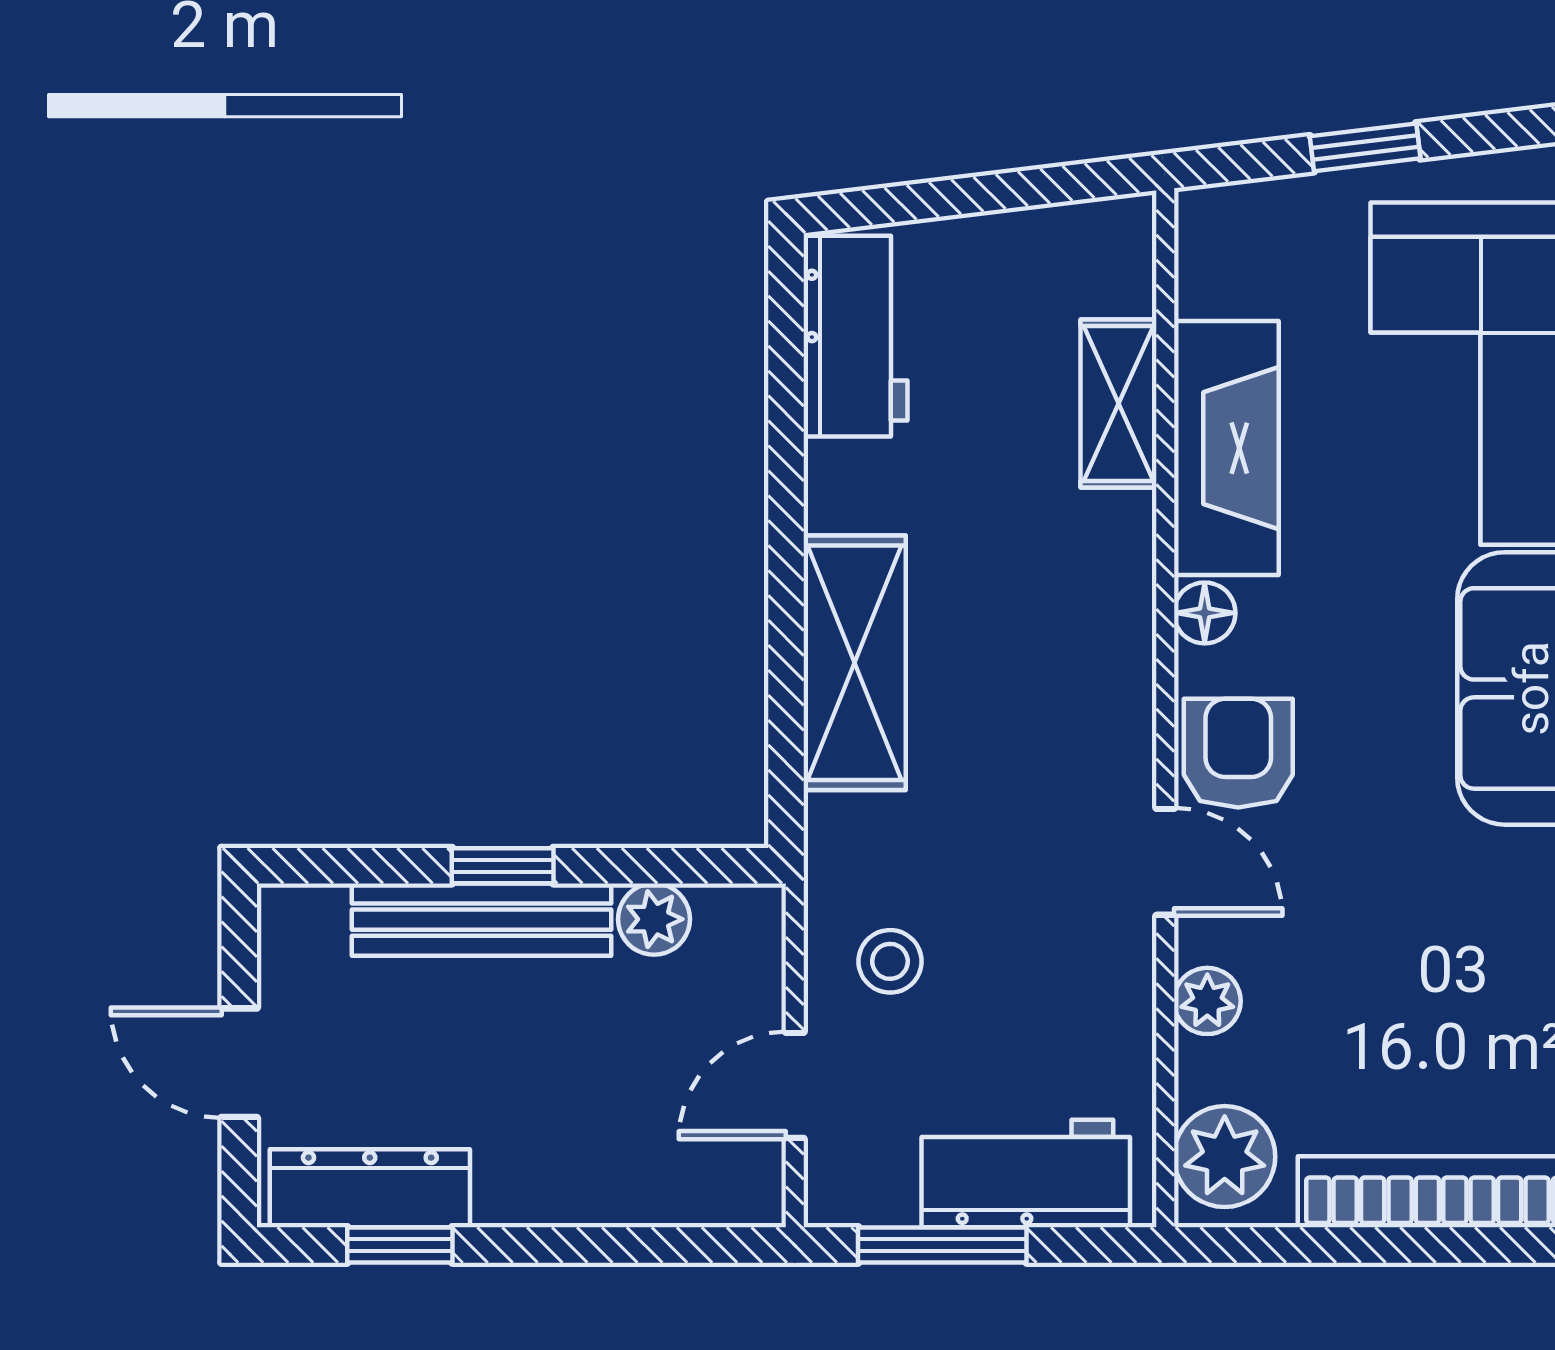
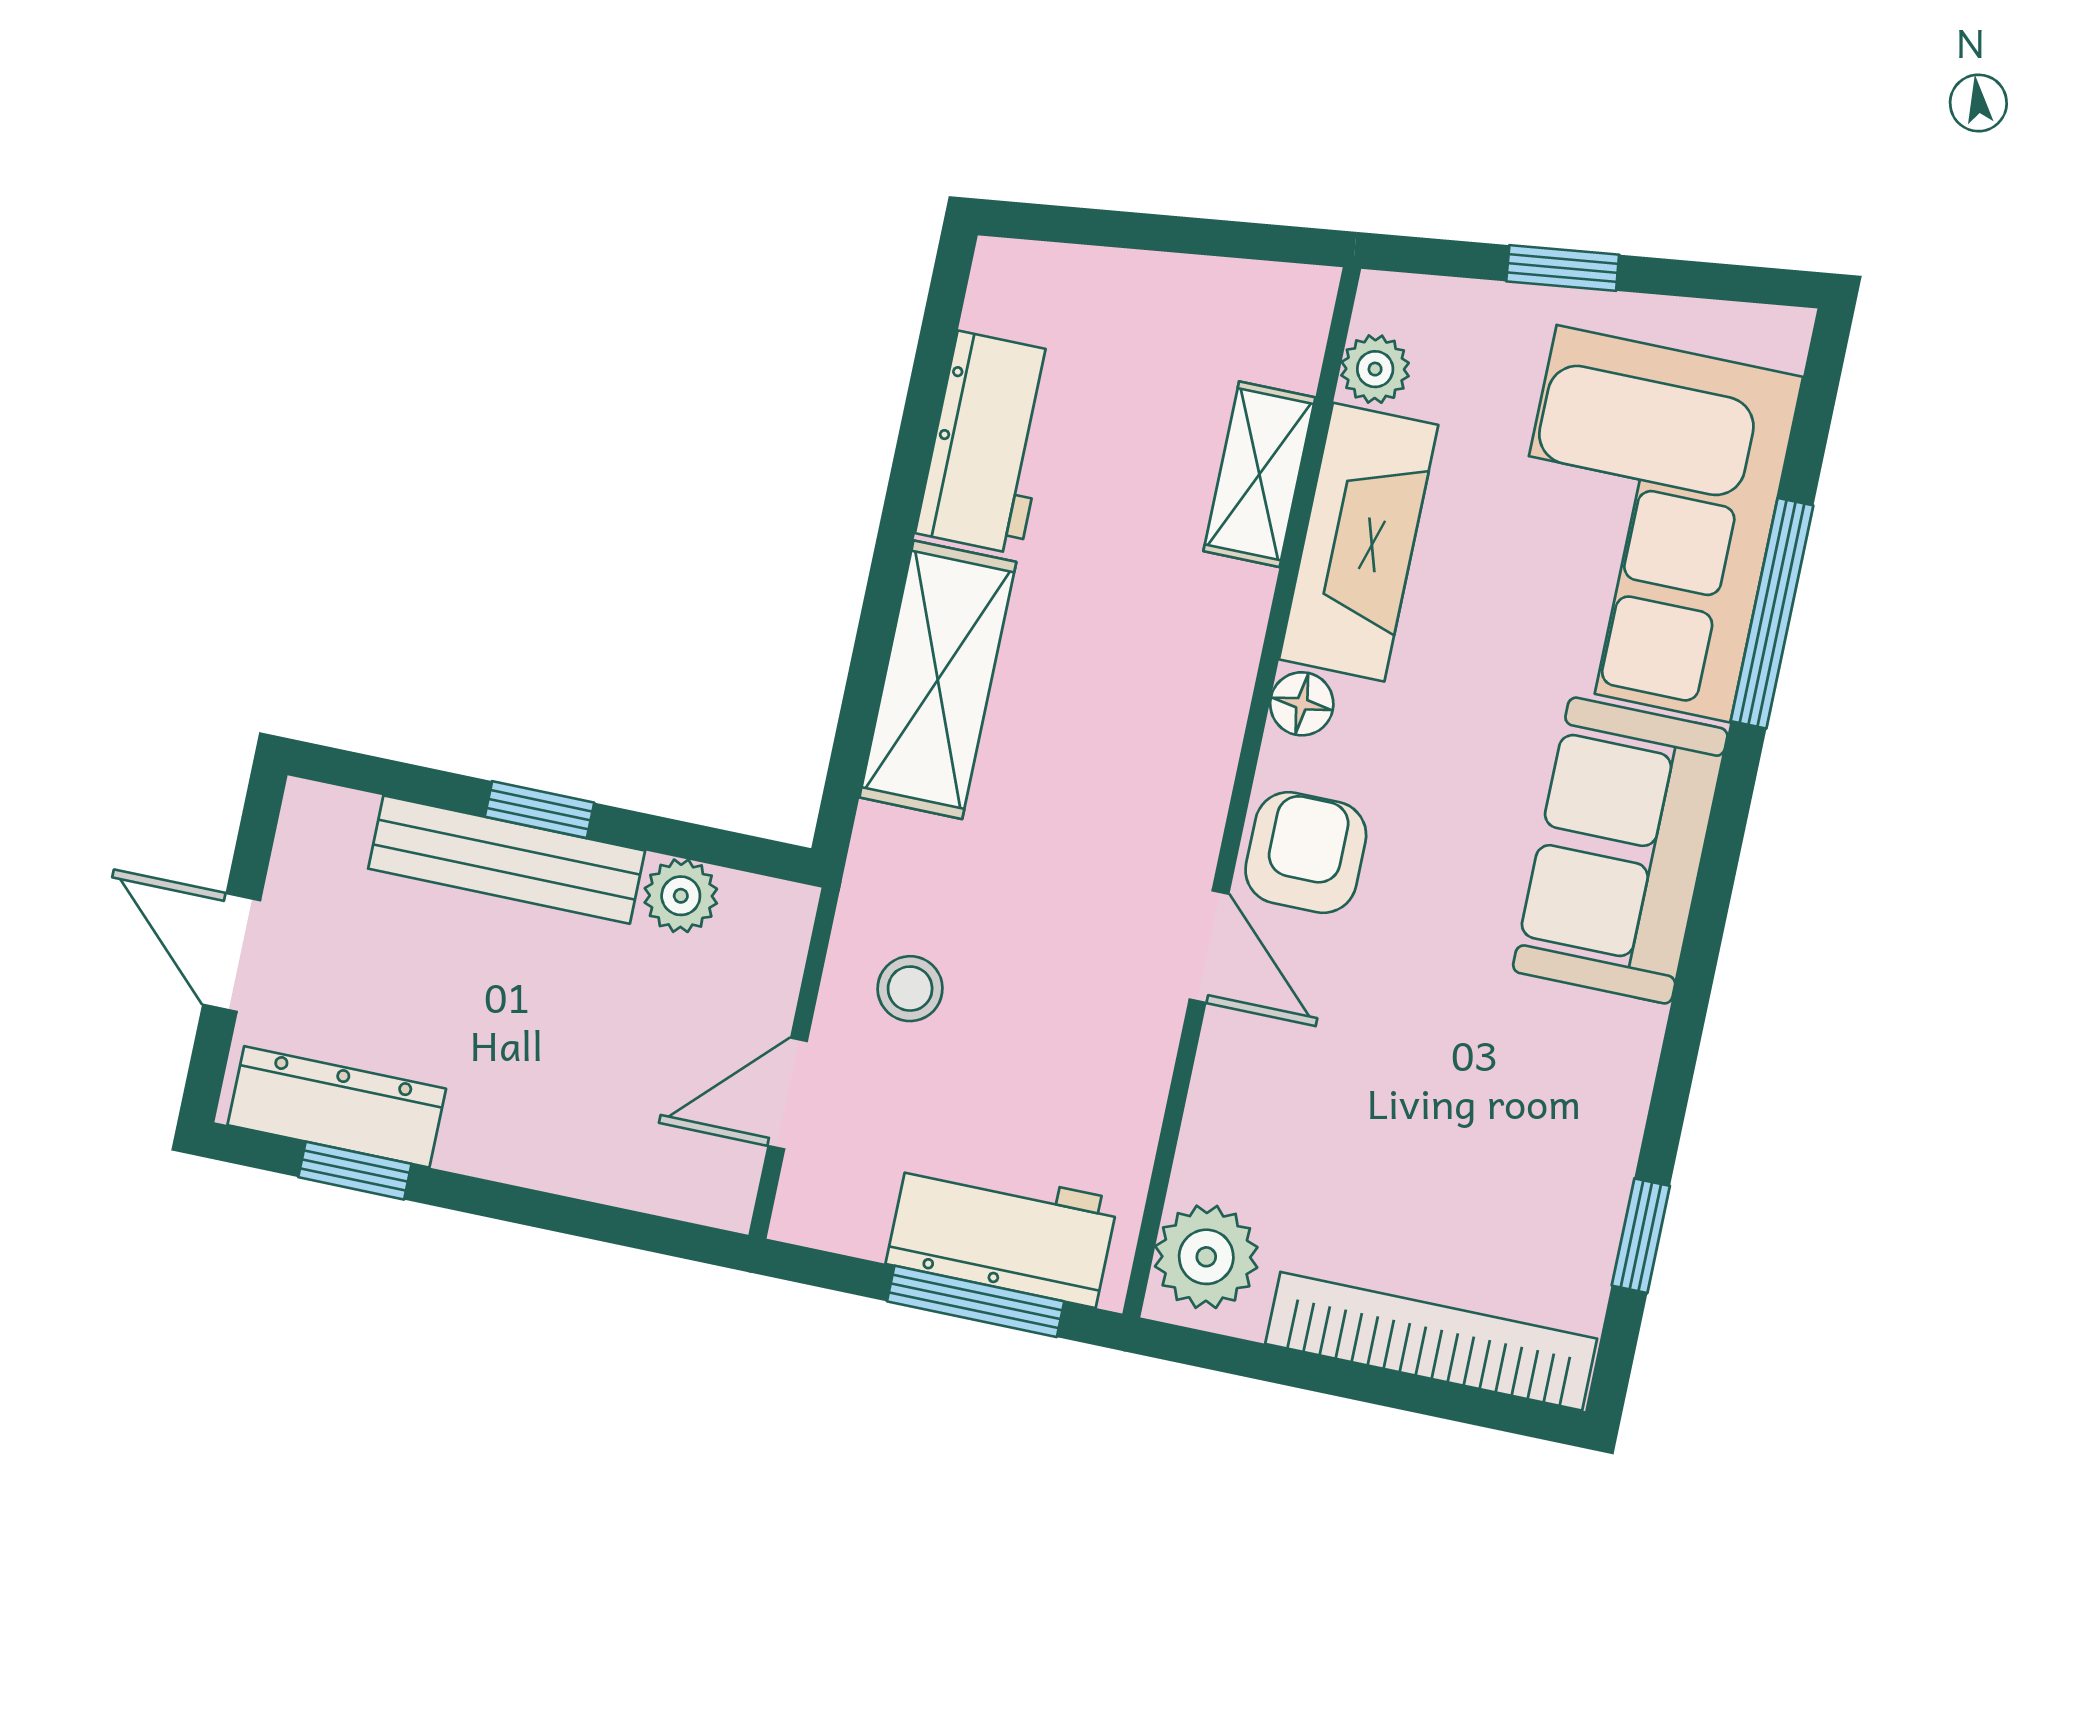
workbench: (856, 336) -> (989, 443), moved
plant: (1207, 1001) -> (1375, 369), moved
window: (942, 1245) -> (976, 1301), moved

